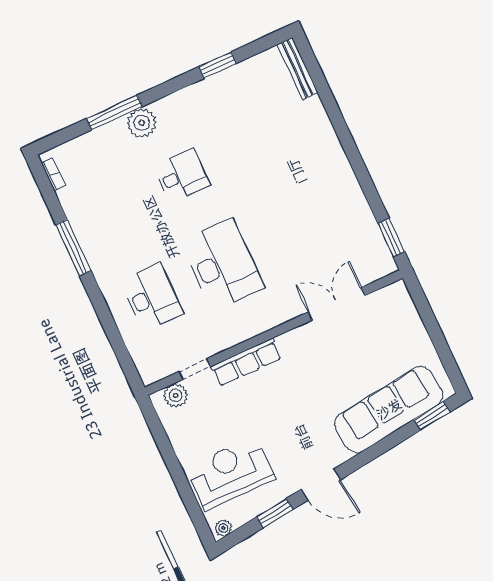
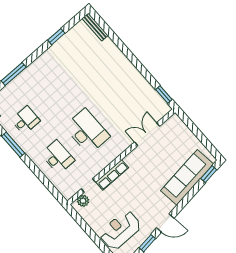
plant: (142, 123) -> (28, 75), removed
desk: (182, 176) -> (26, 120), moved

